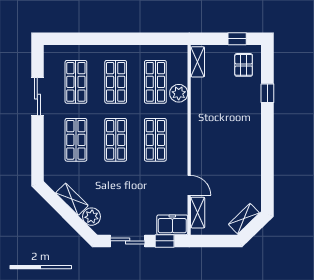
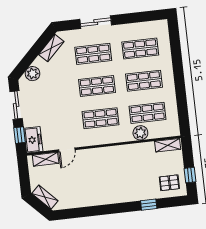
sliding door: (37, 97) -> (96, 22), moved
shelving: (72, 199) -> (51, 48), moved

